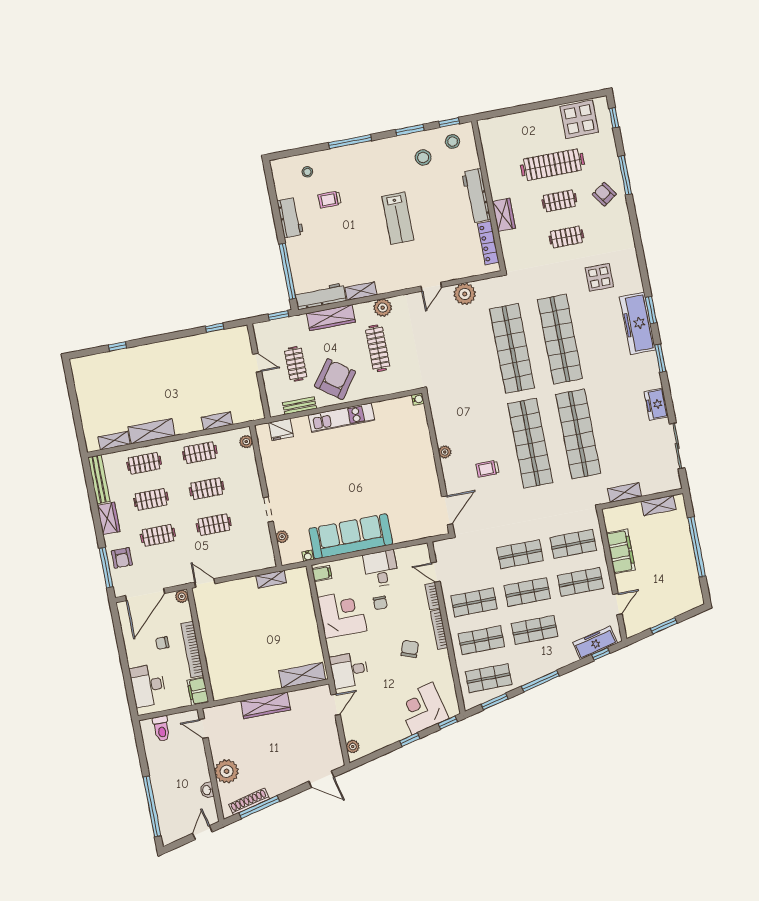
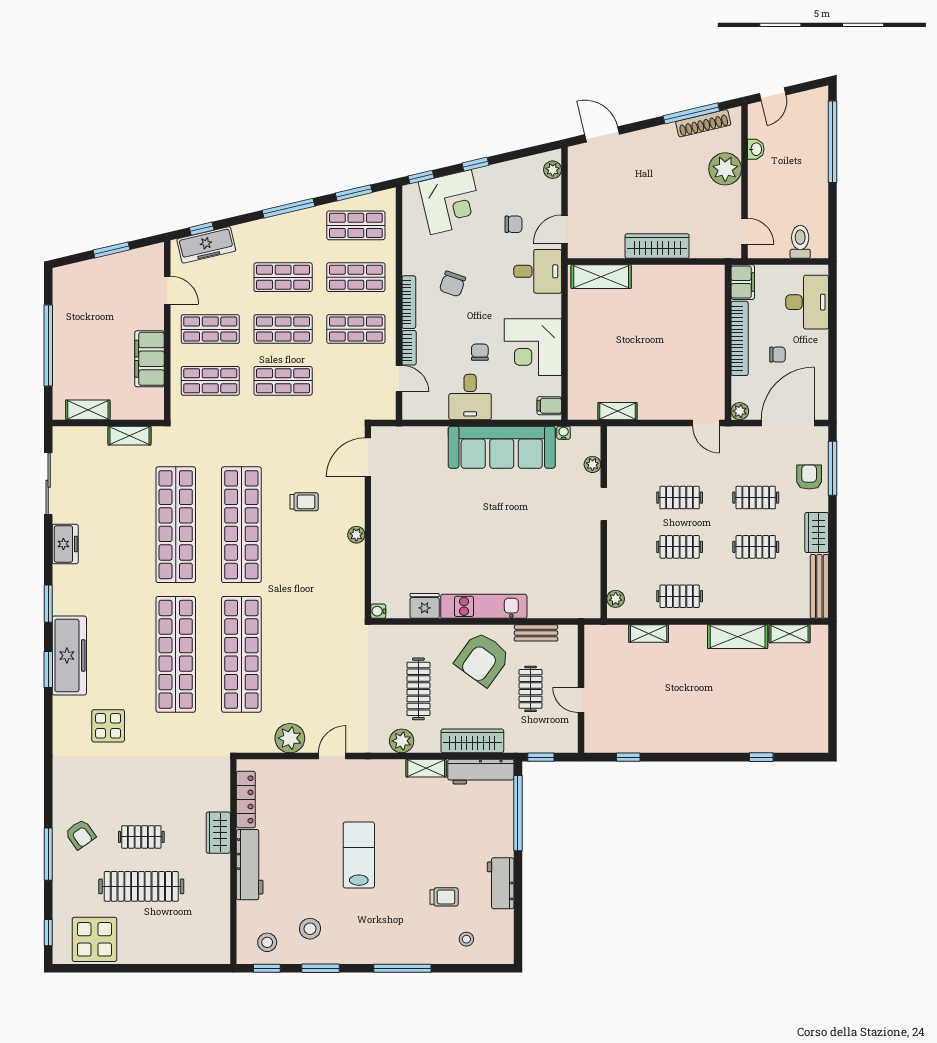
clothes rail: (566, 237) -> (141, 787), removed
fridge: (281, 430) -> (425, 606), moved
clothes rail: (144, 463) -> (756, 596), removed
door: (617, 604) -> (167, 290), swing flipped
chair: (374, 701) -> (513, 224), added

